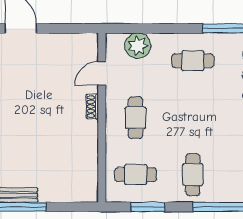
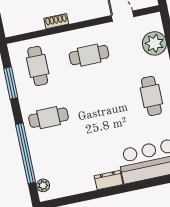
shoe rack: (92, 107) -> (56, 21), moved

